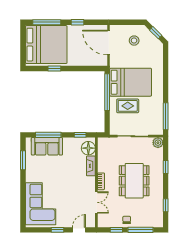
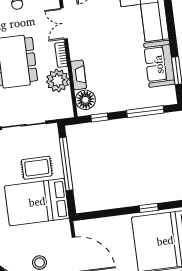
window: (107, 92) -> (66, 164), moved
sofa: (47, 146) -> (159, 64), moved, turned -90
plant: (106, 164) -> (58, 81), added

